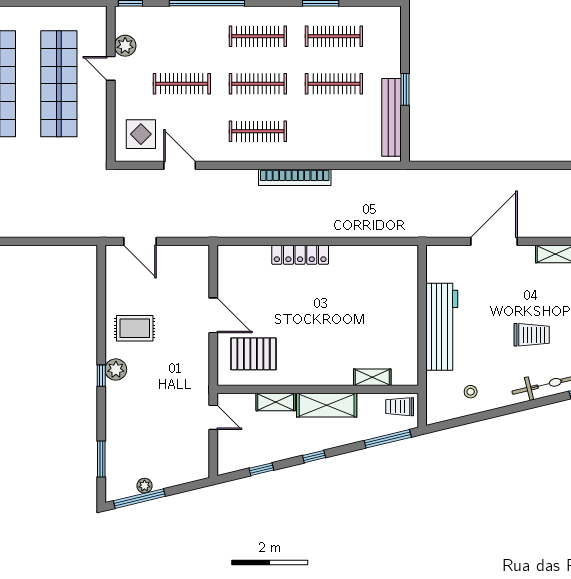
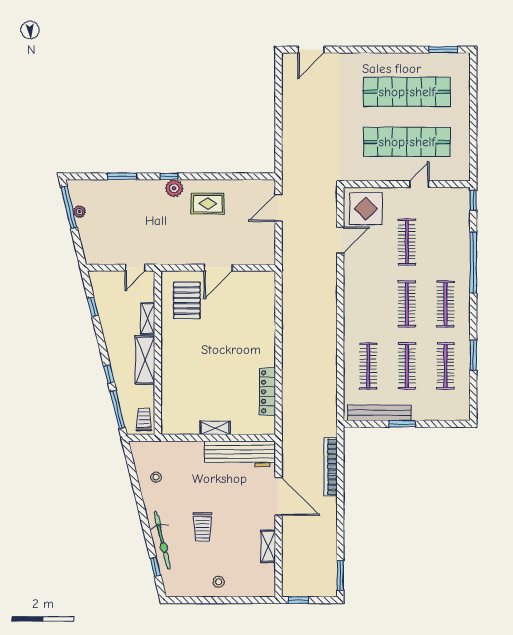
plant: (125, 46) -> (438, 196), removed
clothes rail: (258, 131) -> (368, 366), moved
display table: (141, 134) -> (366, 209), width x1.36, depth x1.36
bookcase: (295, 177) -> (331, 467), moved
locker: (300, 255) -> (268, 392), moved
workbench: (442, 327) -> (240, 454), moved
rug: (135, 328) -> (208, 204), turned 90
shelving: (372, 377) -> (215, 428), moved, turned 90
window: (314, 457) -> (109, 374), moved
window: (101, 459) -> (122, 176), moved

